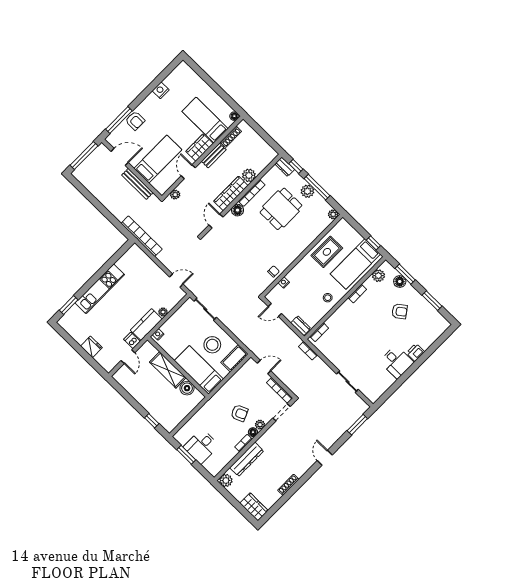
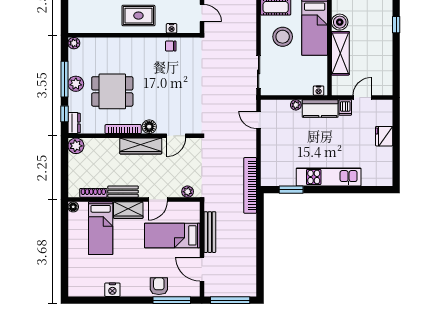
plant: (249, 175) -> (76, 146), moved
rug: (327, 252) -> (138, 16), moved
window: (69, 305) -> (291, 190), moved

